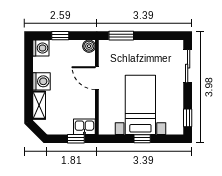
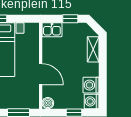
washing machine: (42, 81) -> (91, 85), moved
window: (76, 139) -> (70, 19), moved

